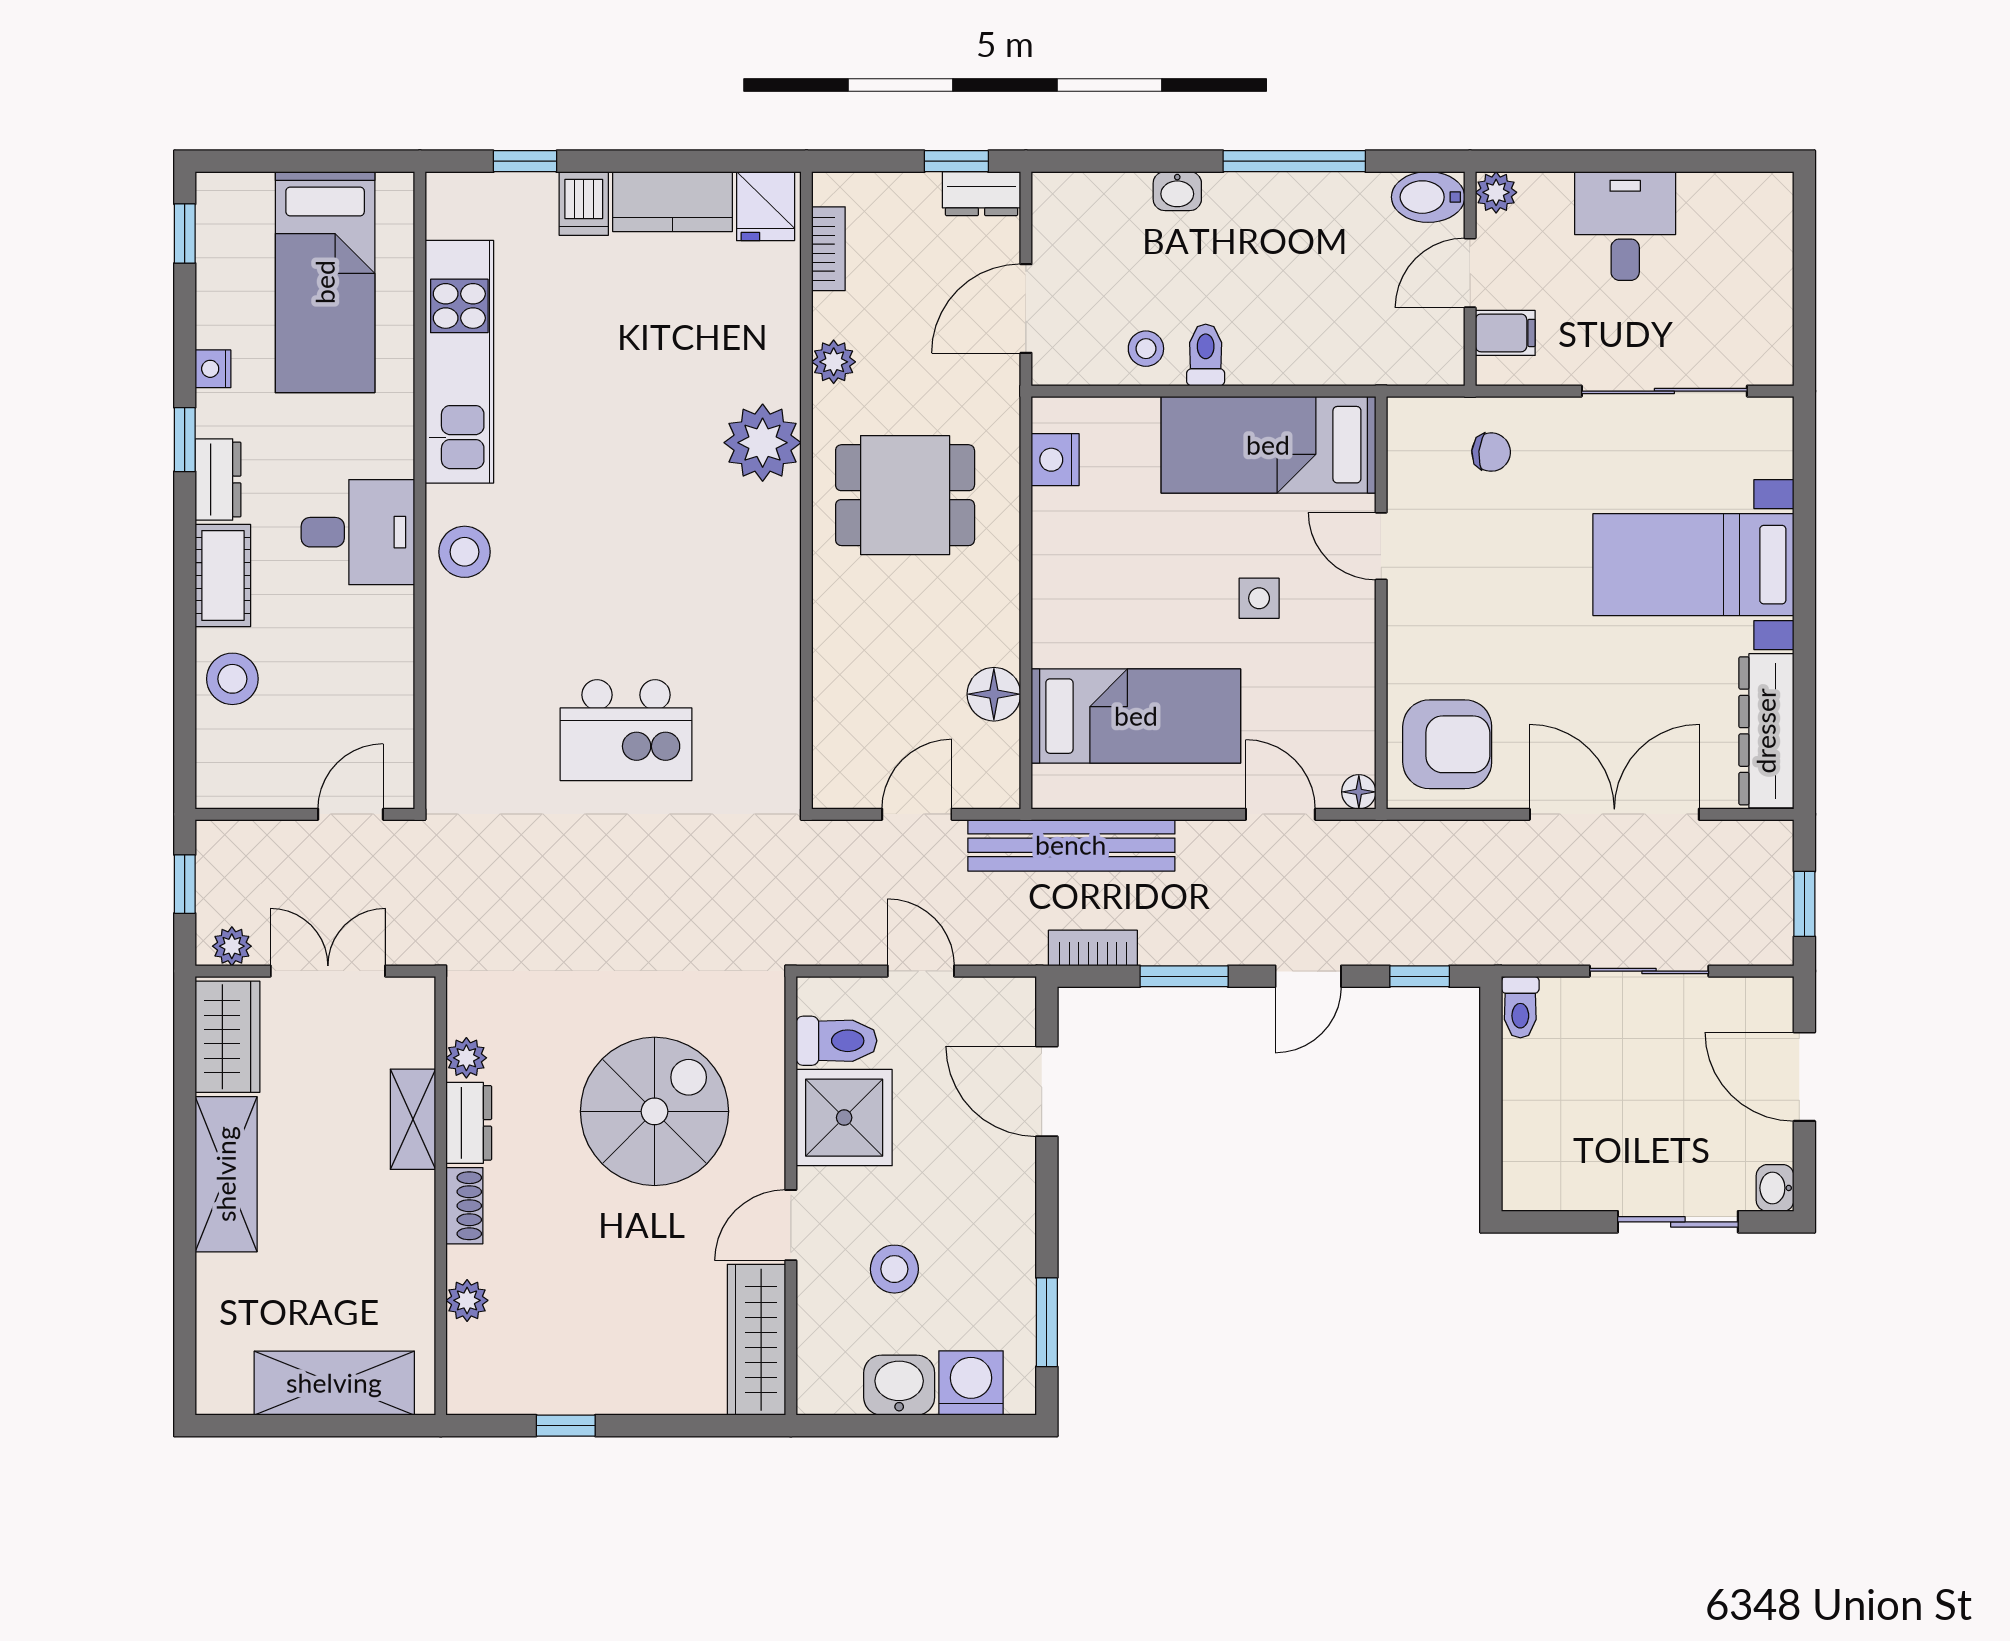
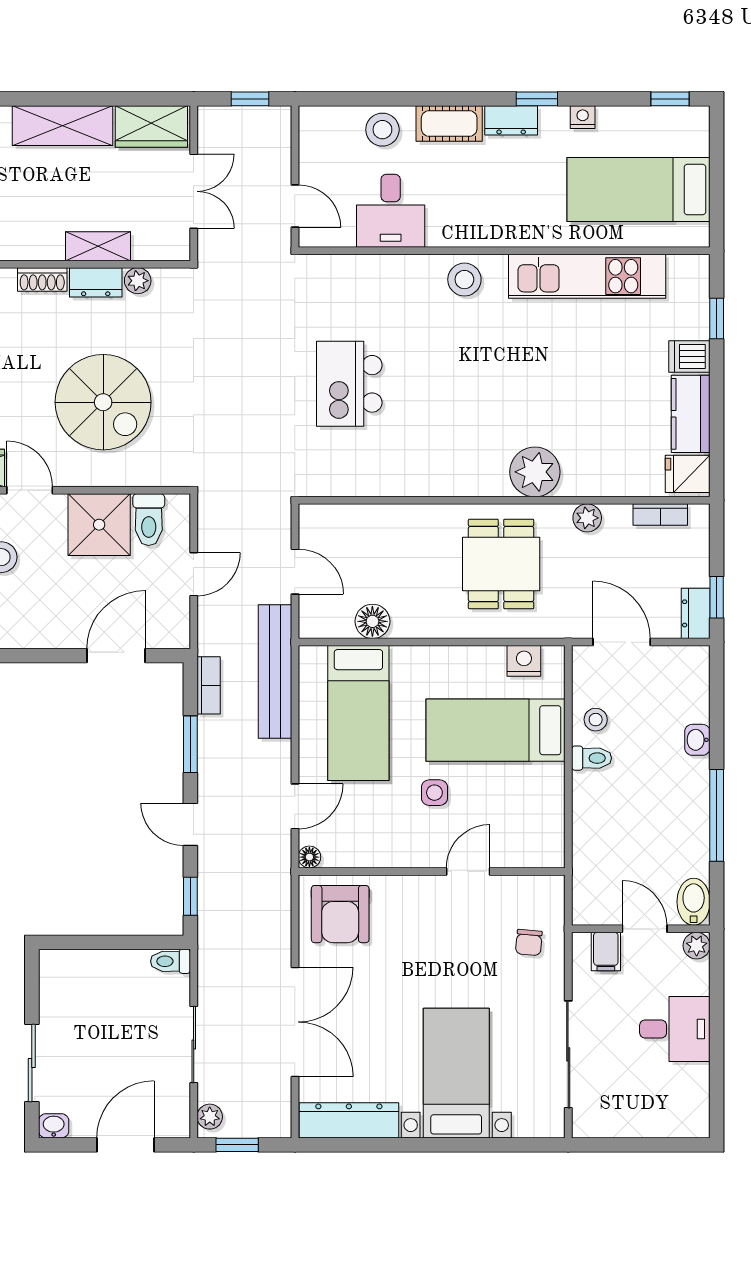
bed: (1268, 445) -> (495, 730), moved, turned -90
desk: (358, 532) -> (391, 211), moved
plant: (232, 946) -> (210, 1117), moved

